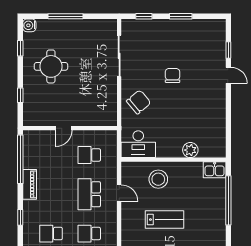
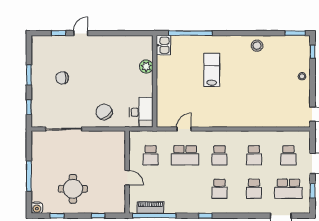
chair: (173, 76) -> (62, 78), moved
stool: (158, 179) -> (172, 95), removed
piano: (30, 184) -> (150, 207), moved
lab bench: (165, 220) -> (212, 70), moved

